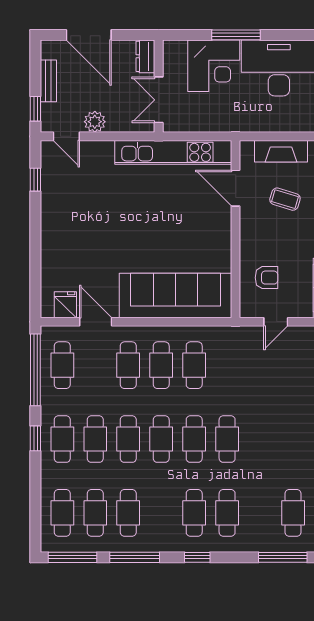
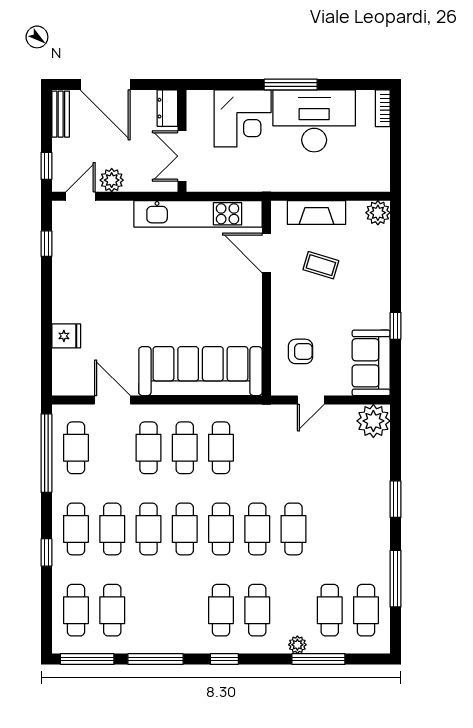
window: (236, 35) -> (291, 85), moved
bench: (48, 81) -> (61, 114), moved
door: (66, 136) -> (81, 196), swing flipped
fridge: (65, 305) -> (66, 336), moved, turned 90
window: (35, 438) -> (46, 552), moved
cafe table: (128, 513) -> (293, 529), moved
plant: (264, 544) -> (297, 645), added

